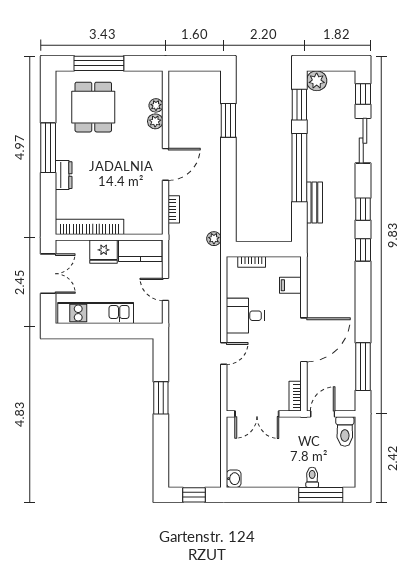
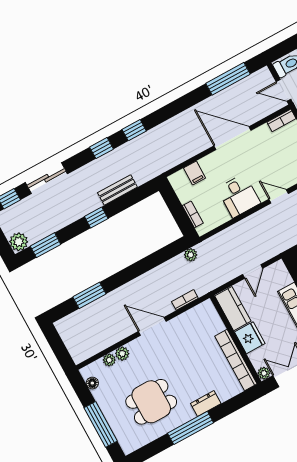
floor lamp: (143, 77) -> (92, 383), added
dining table: (93, 107) -> (151, 402), moved
window: (299, 168) -> (96, 217), width x0.32
plant: (62, 247) -> (264, 373), added

